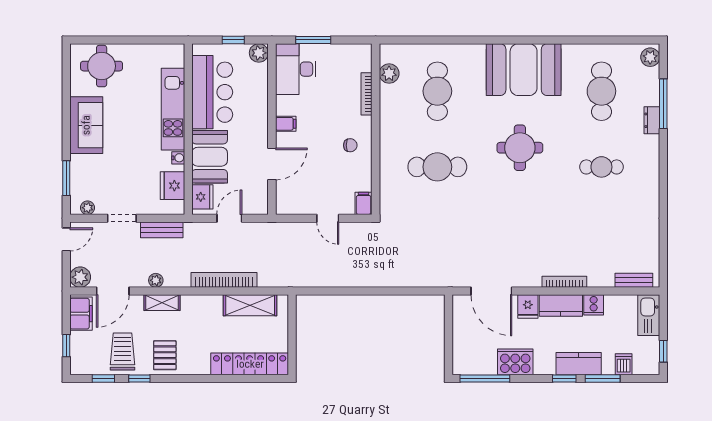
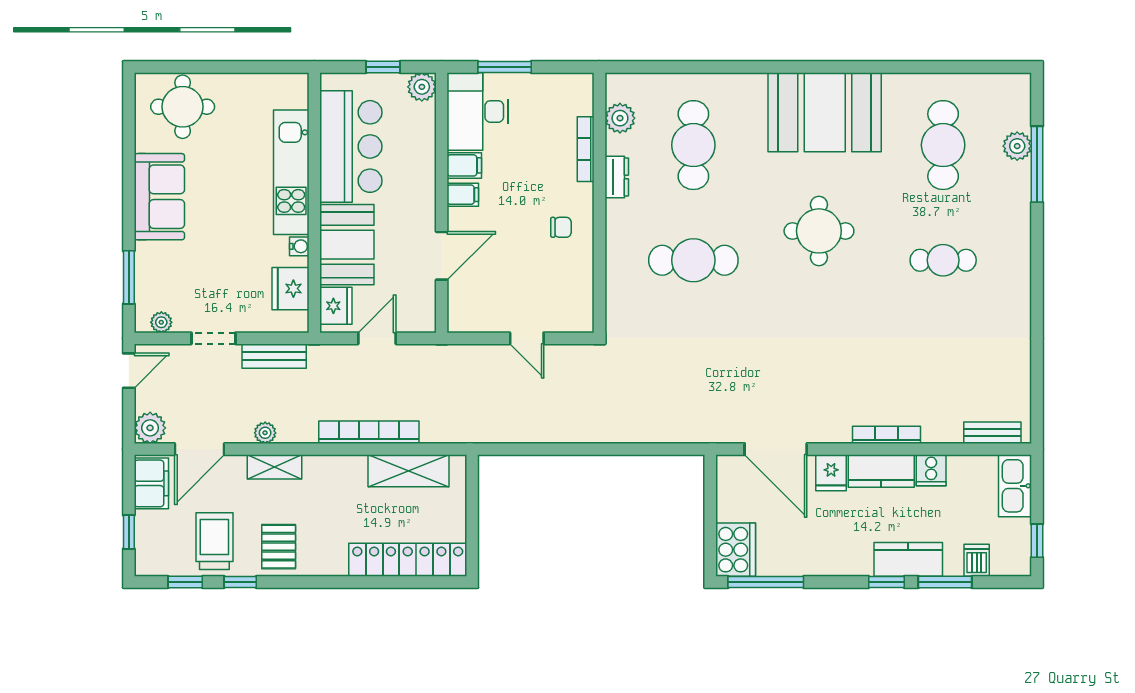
plant: (650, 57) -> (1017, 146), moved
dresser: (652, 120) -> (617, 177), moved, turned 180
filing cabinet: (364, 203) -> (464, 165), moved, turned 90
cooker: (515, 362) -> (736, 550), moved, turned 90

